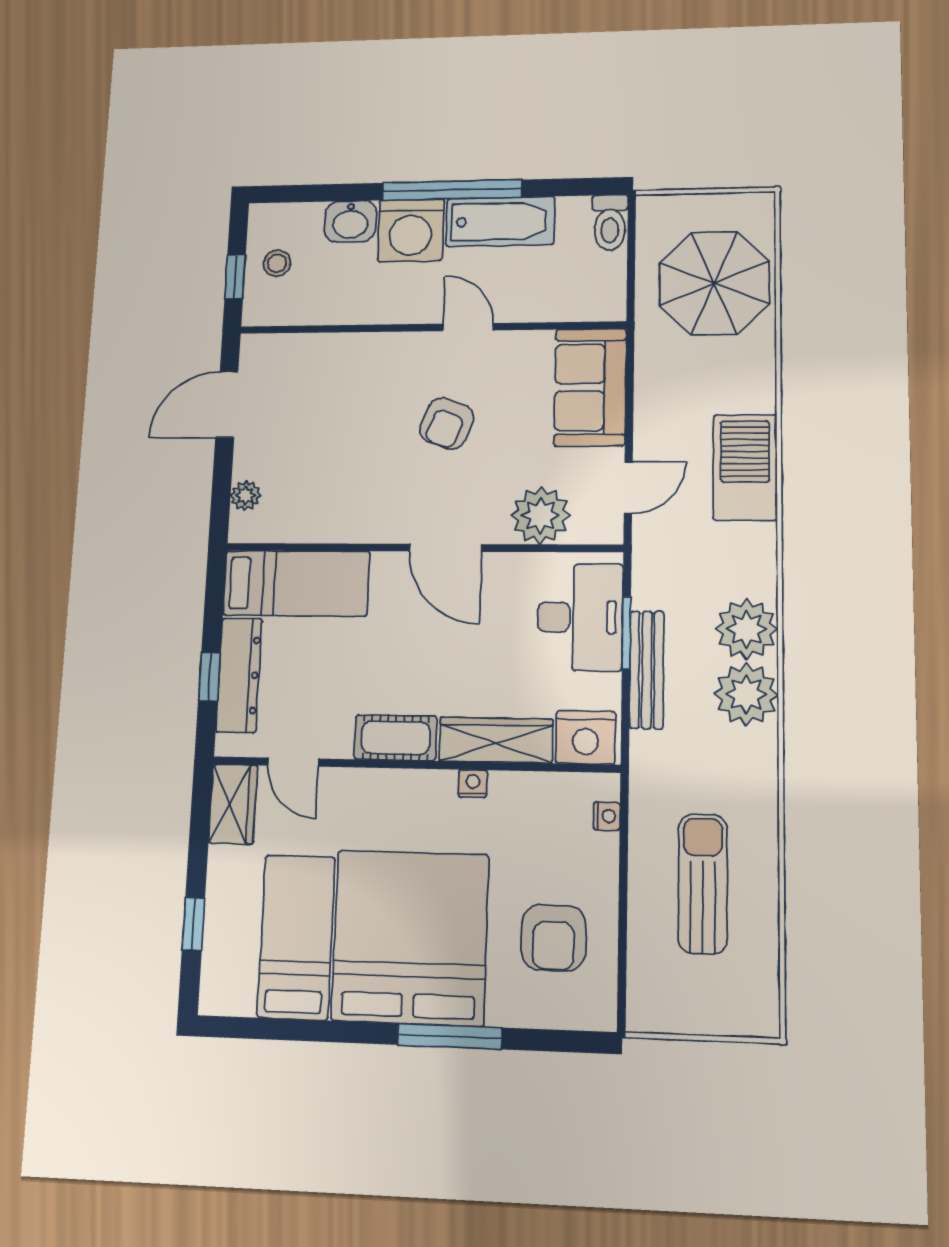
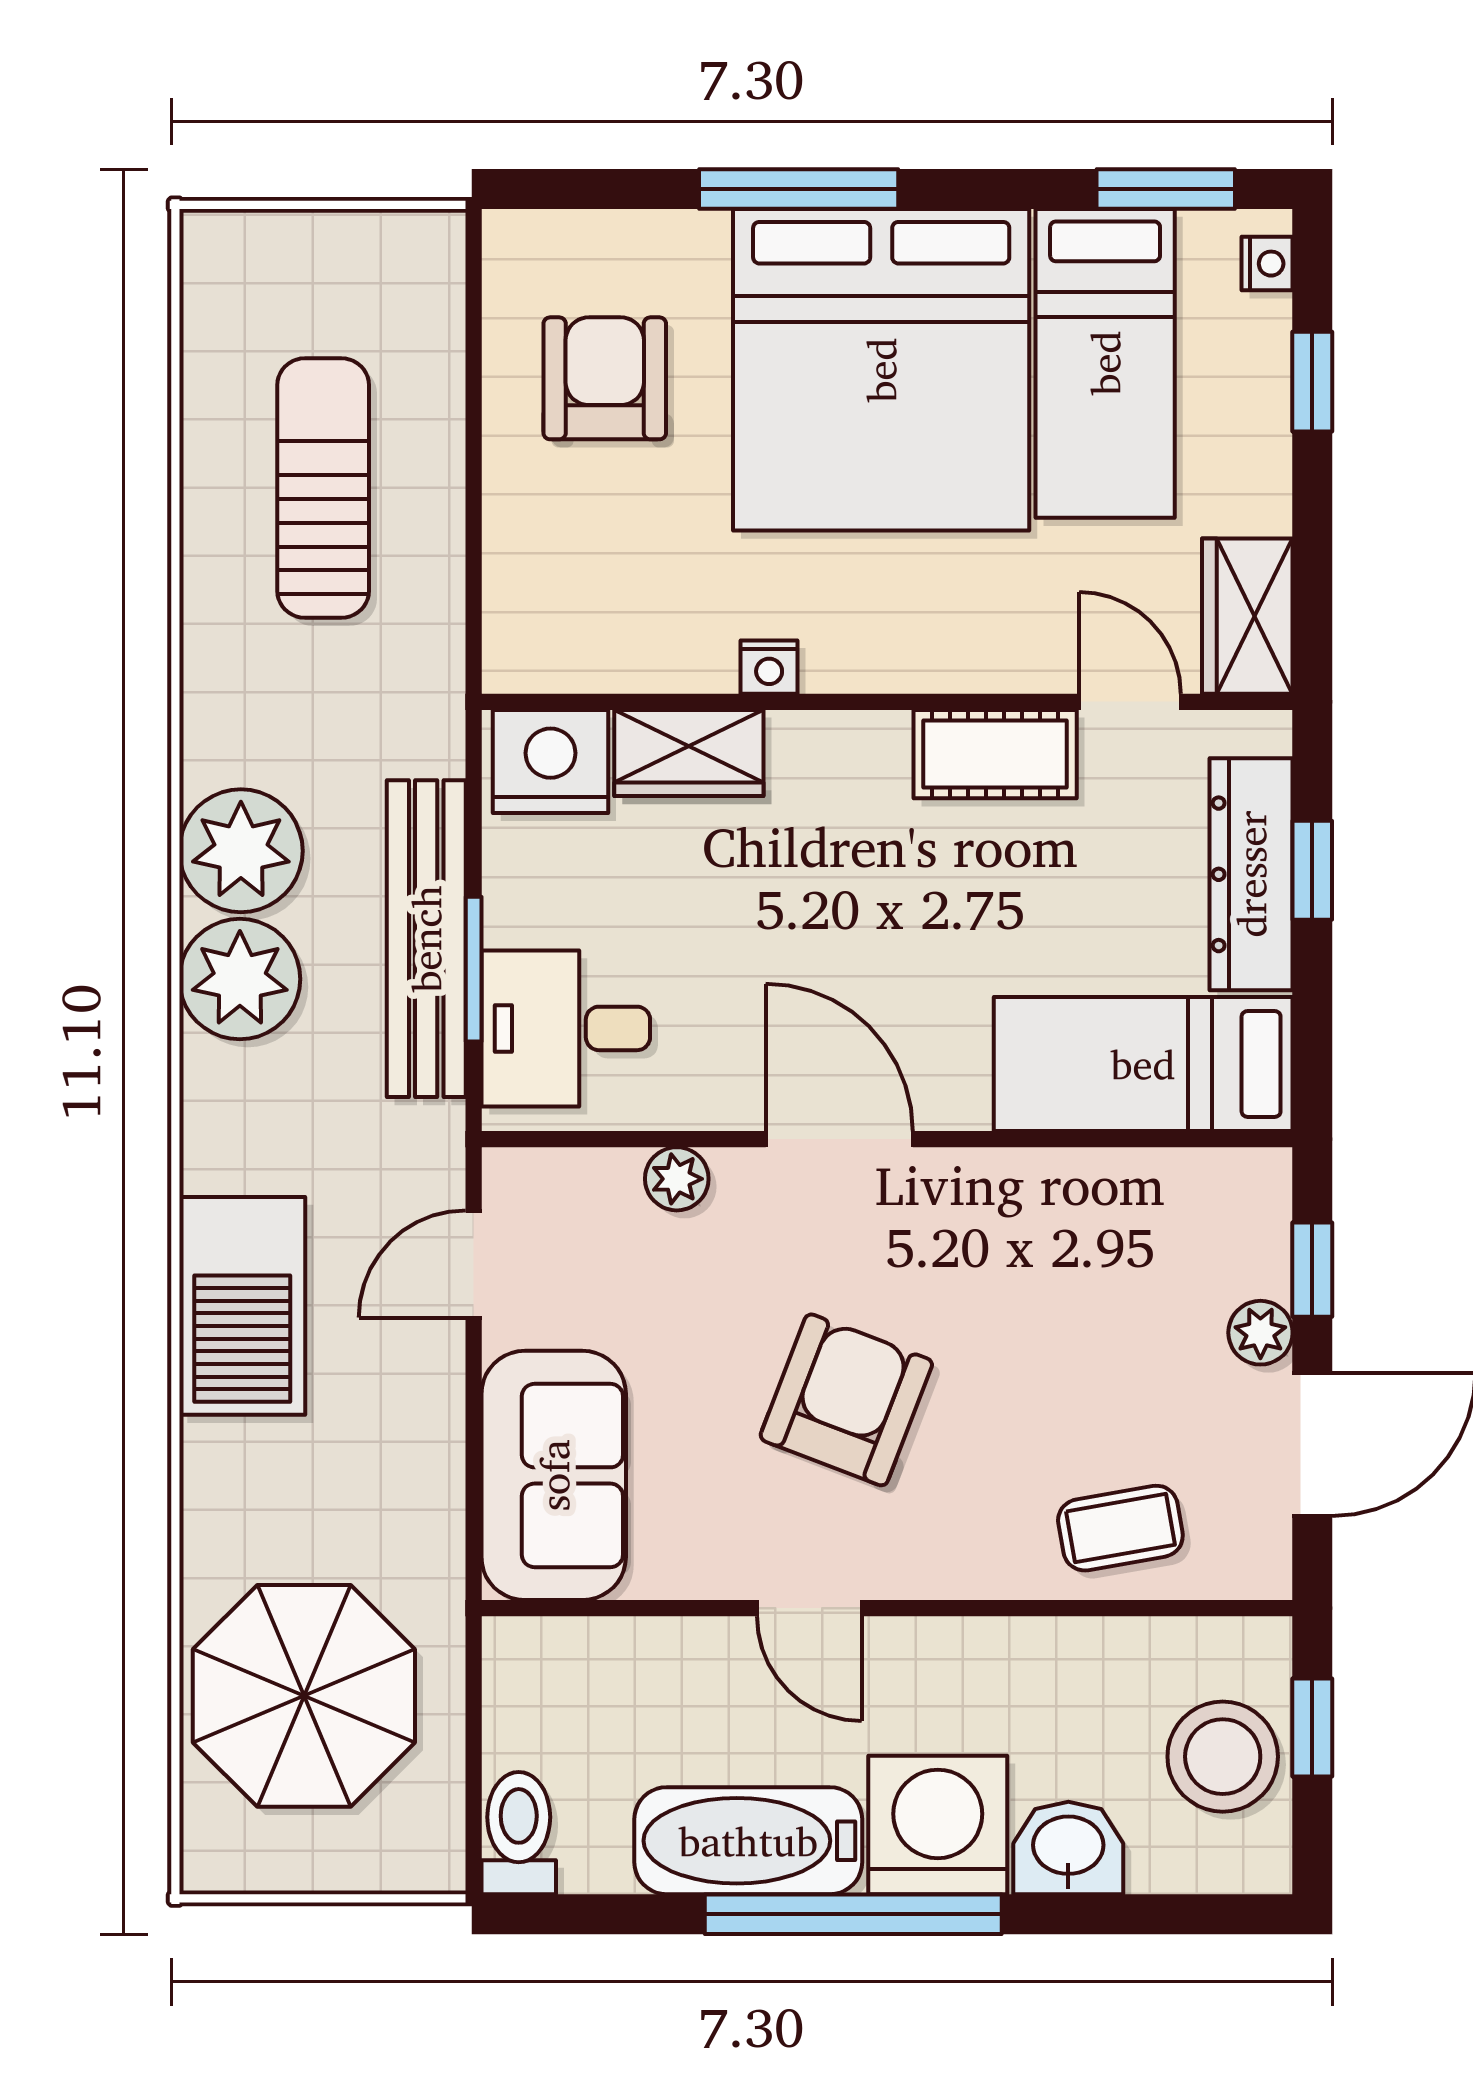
stool: (277, 263) -> (1223, 1757), width x1.89, depth x1.89
coffee table: (319, 365) -> (1120, 1528), added
armchair: (447, 424) -> (846, 1400), width x1.38, depth x1.38
window: (222, 485) -> (1312, 1270), added
plant: (245, 496) -> (1260, 1333), moved
plant: (540, 515) -> (677, 1179), width x0.53, depth x0.53
desk: (580, 617) -> (566, 1028), width x0.73
bench: (647, 670) -> (426, 939), width x1.37, depth x1.21
cot: (396, 738) -> (995, 754), moved
wardrobe: (496, 740) -> (689, 753), width x0.67
nightstand: (607, 816) -> (1267, 264), moved, turned 180
sun lounger: (703, 883) -> (323, 488), turned 180
window: (261, 1028) -> (1166, 189), added

